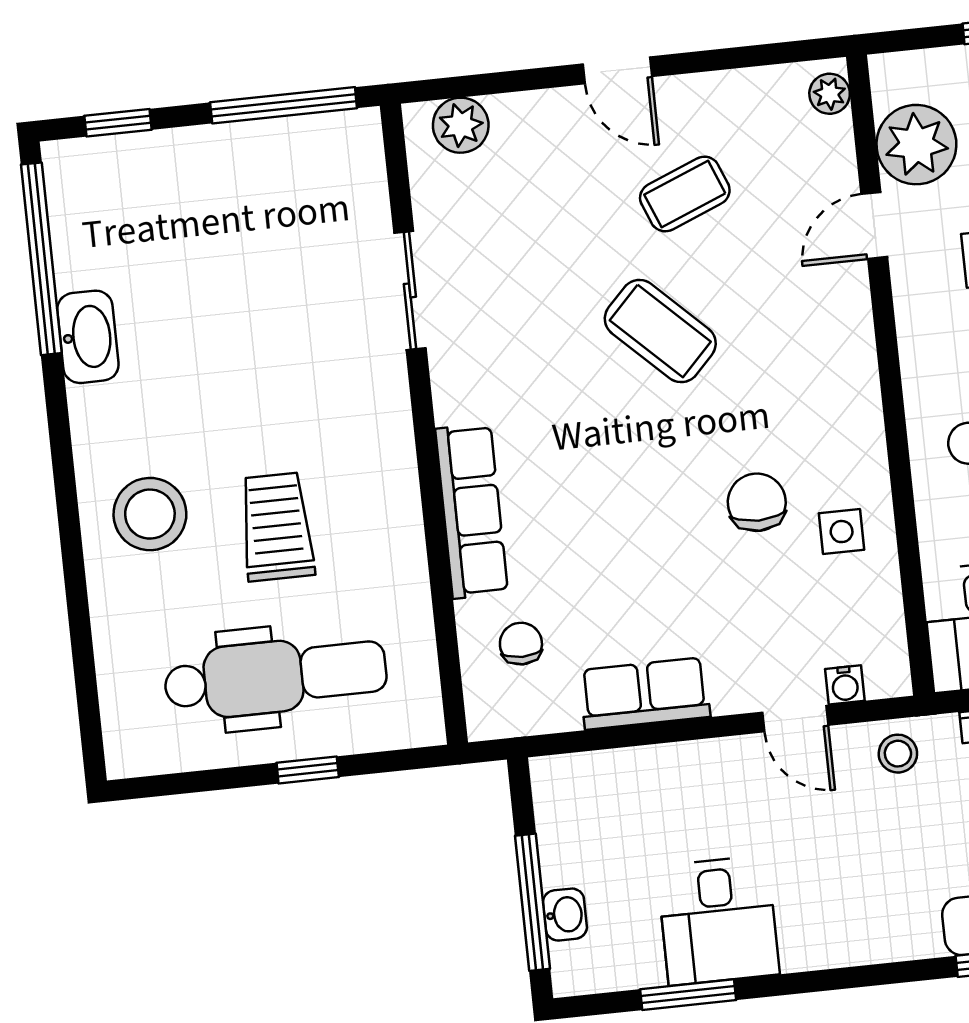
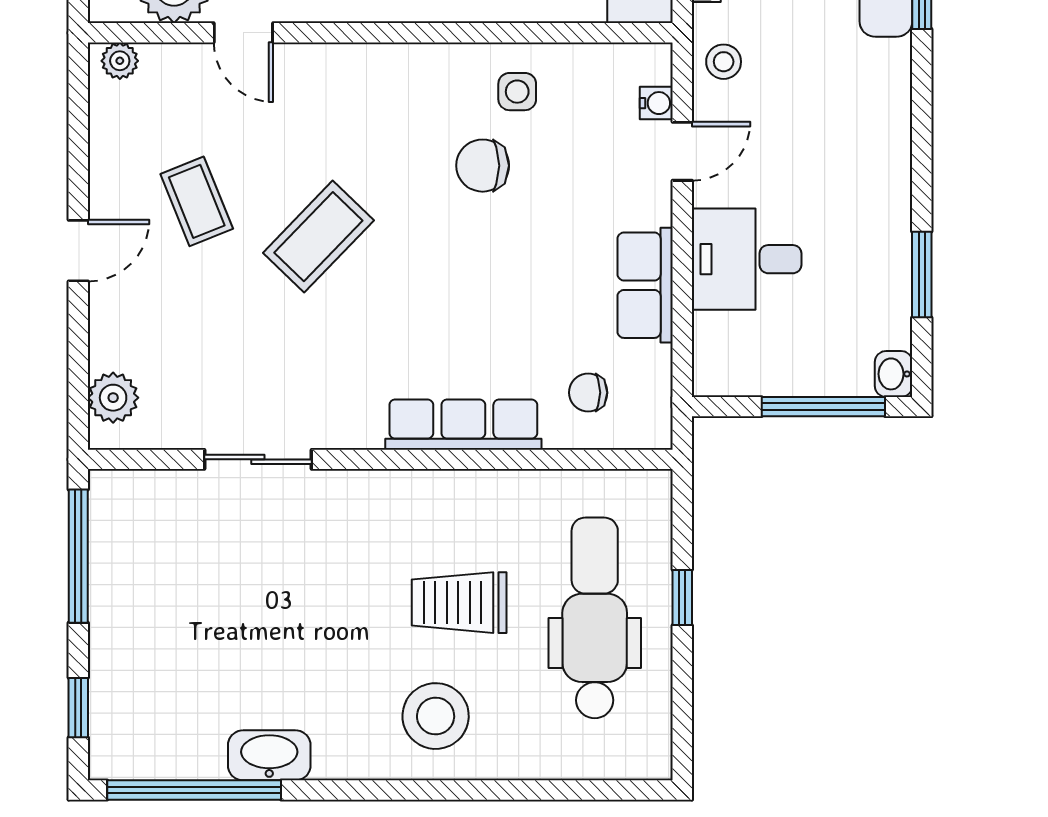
washbasin: (565, 915) -> (894, 374), moved, turned -90
desk: (718, 920) -> (747, 259), moved, turned 180

